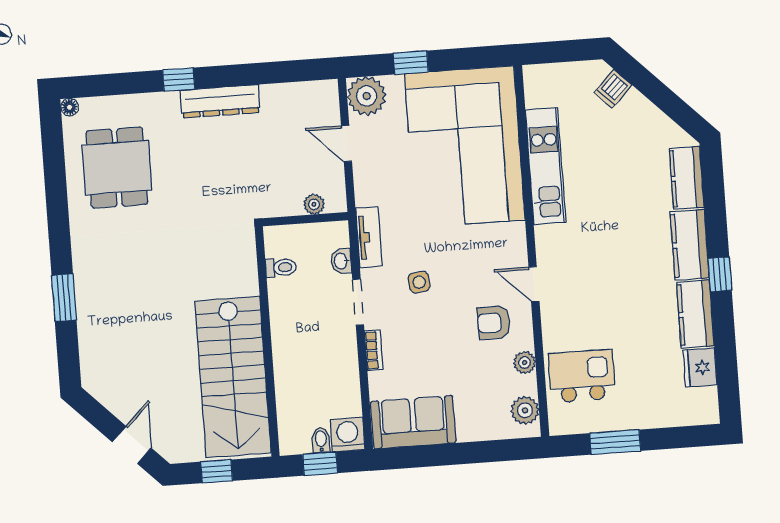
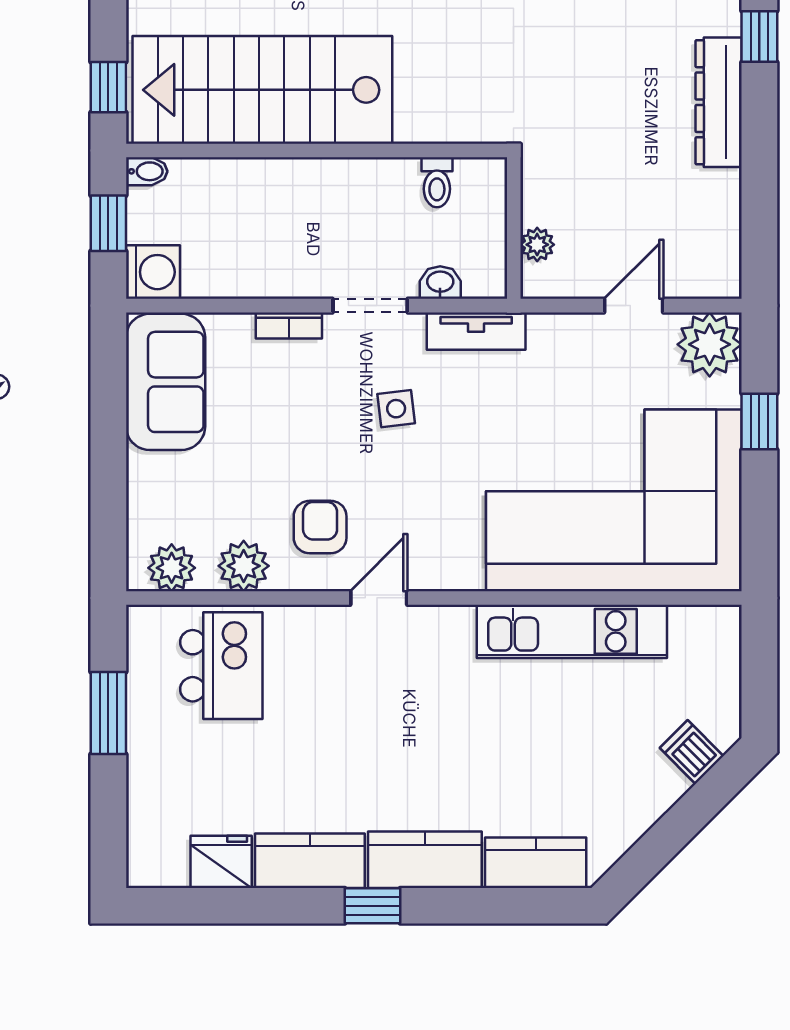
plant: (525, 363) -> (244, 566), width x1.38, depth x1.38
bidet: (321, 440) -> (147, 171), moved
window: (217, 471) -> (108, 87), moved

